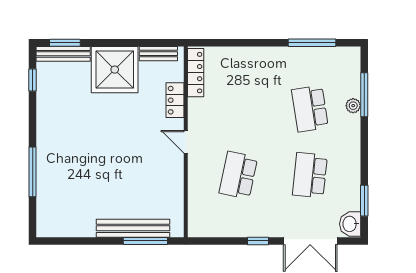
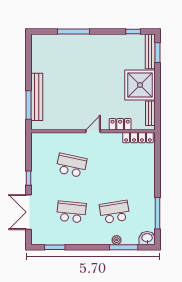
washbasin: (350, 224) -> (147, 238), moved

